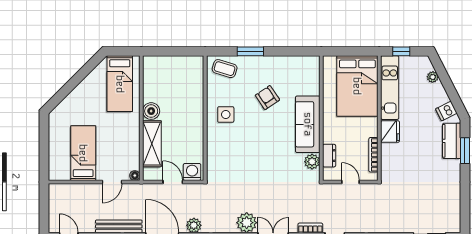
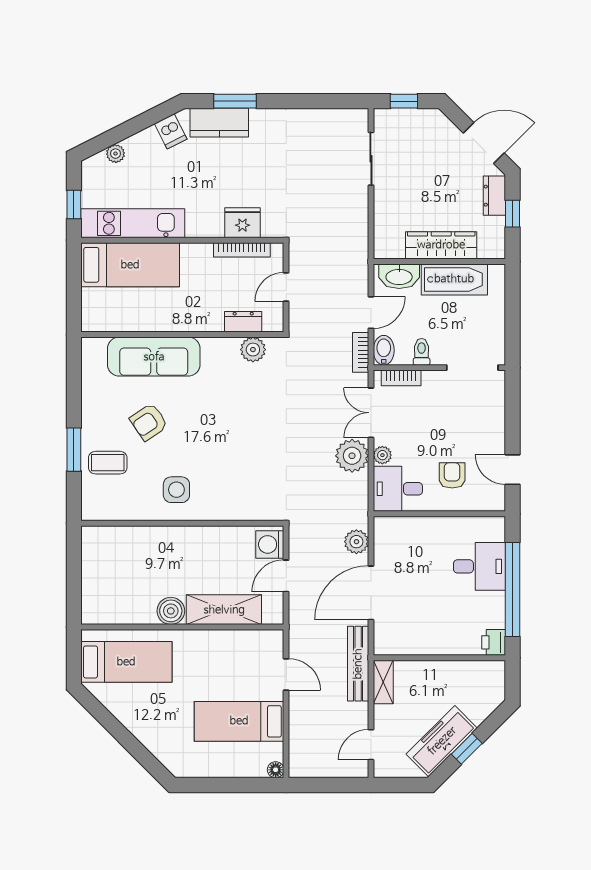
coffee table: (225, 69) -> (108, 463), moved, turned 73
bed: (357, 86) -> (130, 265), width x0.67
sofa: (308, 124) -> (154, 357), moved
fridge: (390, 132) -> (242, 223), moved
floor lamp: (135, 176) -> (276, 770), moved

